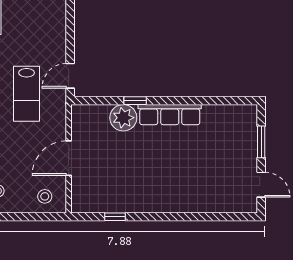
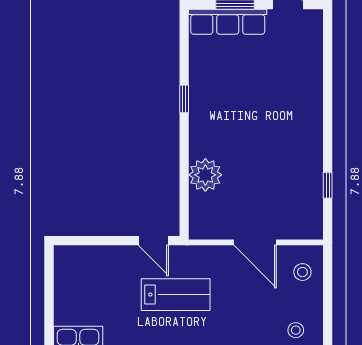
window: (135, 101) -> (184, 99), moved
row of seats: (170, 115) -> (228, 22), moved, turned 90

